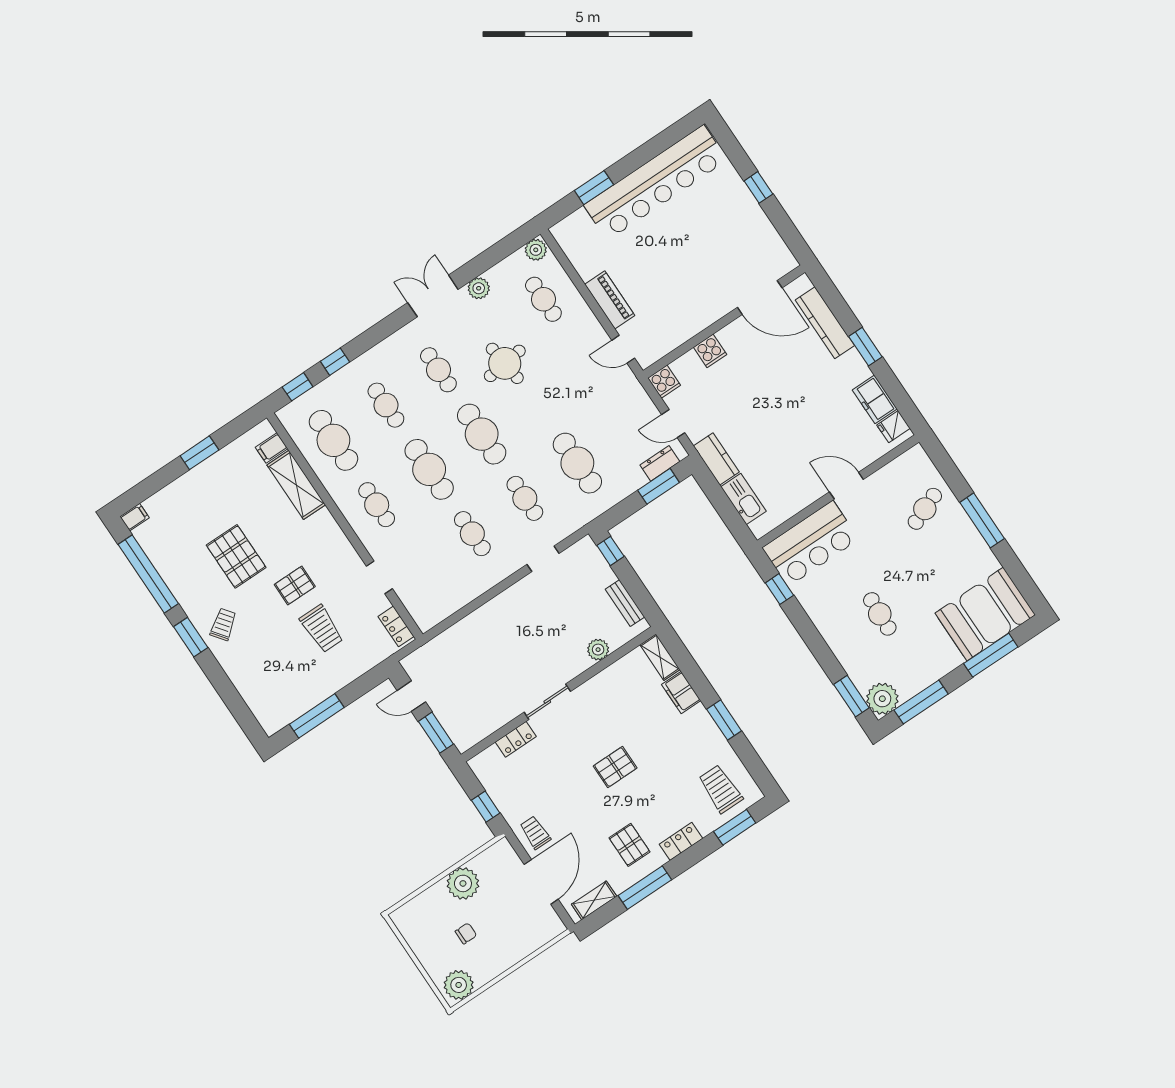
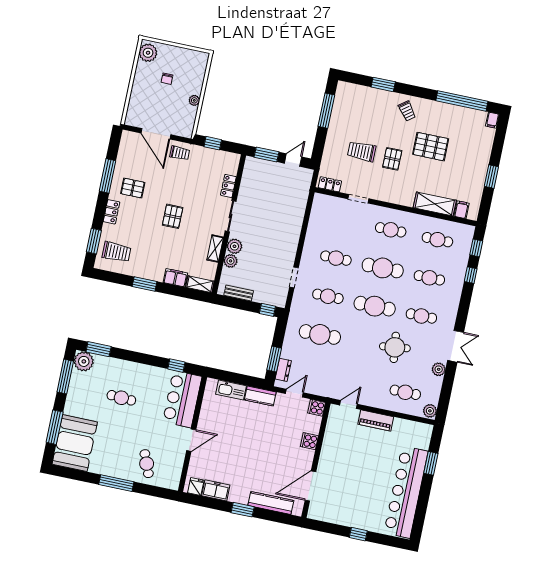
cafe table: (333, 440) -> (437, 240), width x0.73, depth x0.74
window: (191, 637) -> (383, 84), moved
plant: (577, 662) -> (234, 246), added
plant: (463, 883) -> (194, 100), width x0.53, depth x0.53
shelving: (594, 900) -> (215, 249), moved

